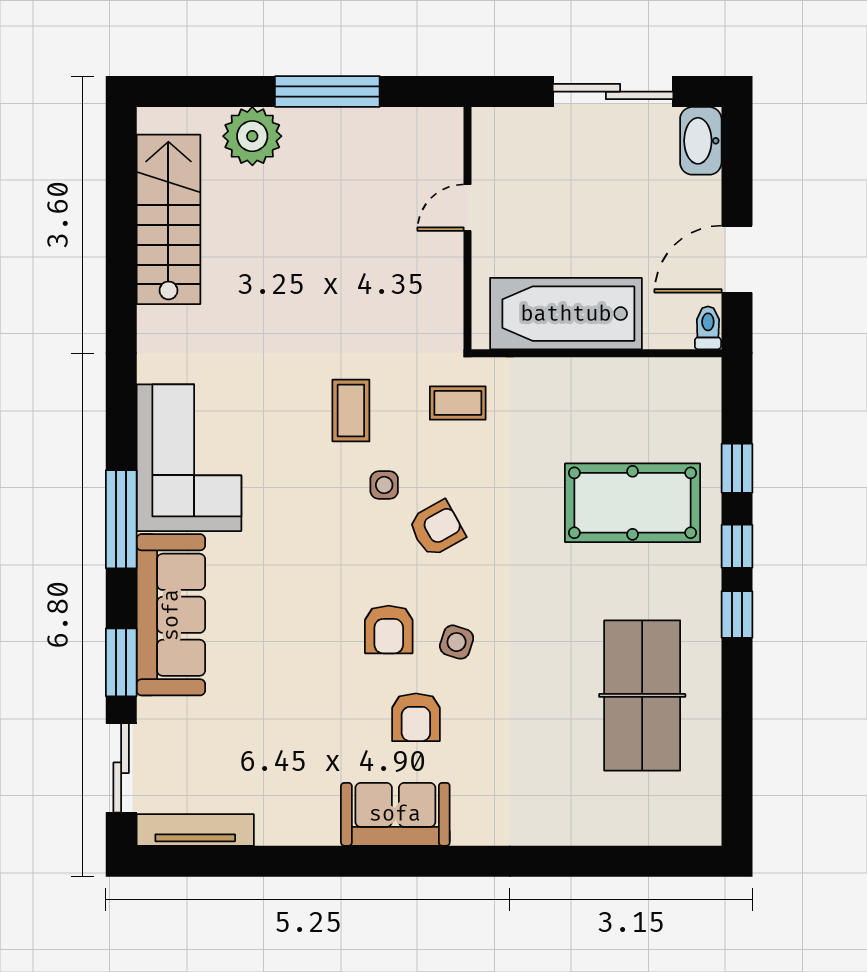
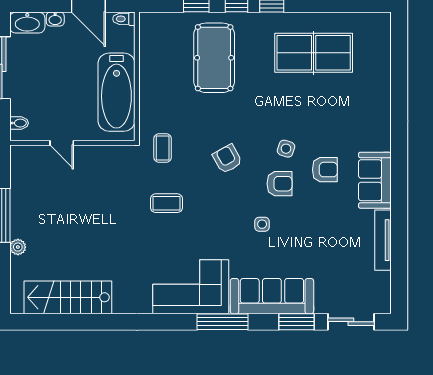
bidet: (506, 125) -> (19, 123), added
plant: (252, 136) -> (18, 247), width x0.53, depth x0.53
washbasin: (708, 195) -> (55, 19), added
side table: (384, 485) -> (262, 224), moved
tv unit: (195, 830) -> (383, 240), moved

